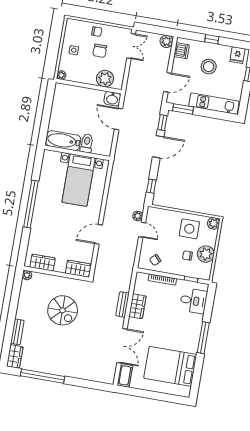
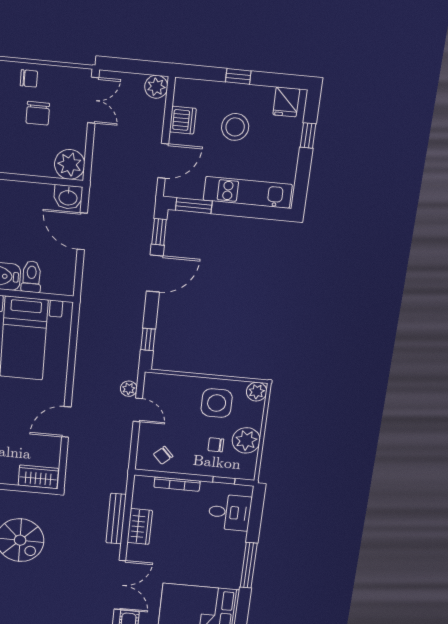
dishwasher: (182, 51) -> (183, 120), moved
plant: (105, 79) -> (70, 164), moved
bench: (123, 304) -> (116, 519), width x1.36

